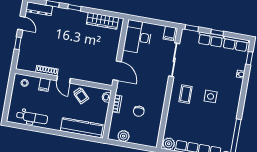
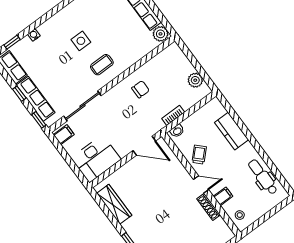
row of seats: (211, 40) -> (36, 99), width x1.48
door: (117, 71) -> (144, 146), swing flipped
door: (63, 79) -> (201, 184), hinge flipped
chair: (139, 111) -> (141, 89), moved
kitchen counter: (82, 128) -> (232, 131), width x0.67

